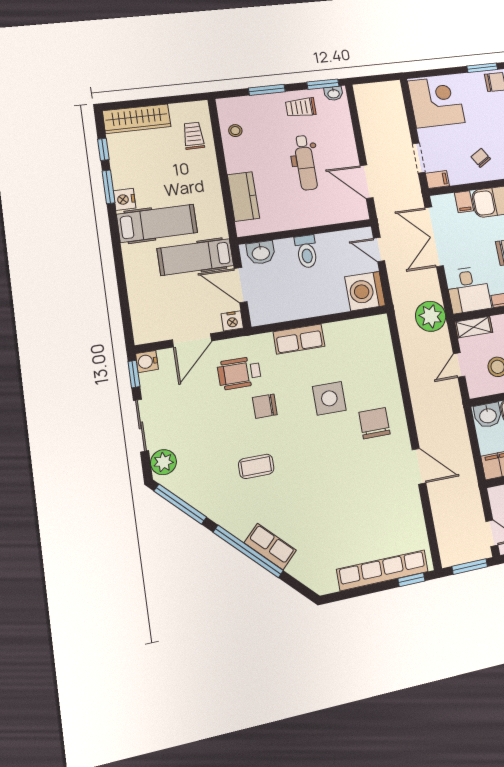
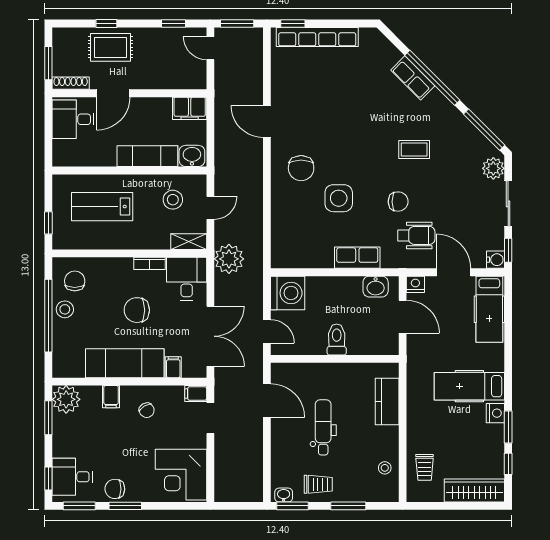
washbasin: (261, 253) -> (376, 287), moved, turned 180
hospital bed: (195, 257) -> (489, 309), moved, turned 90
door: (192, 340) -> (454, 272), hinge flipped

